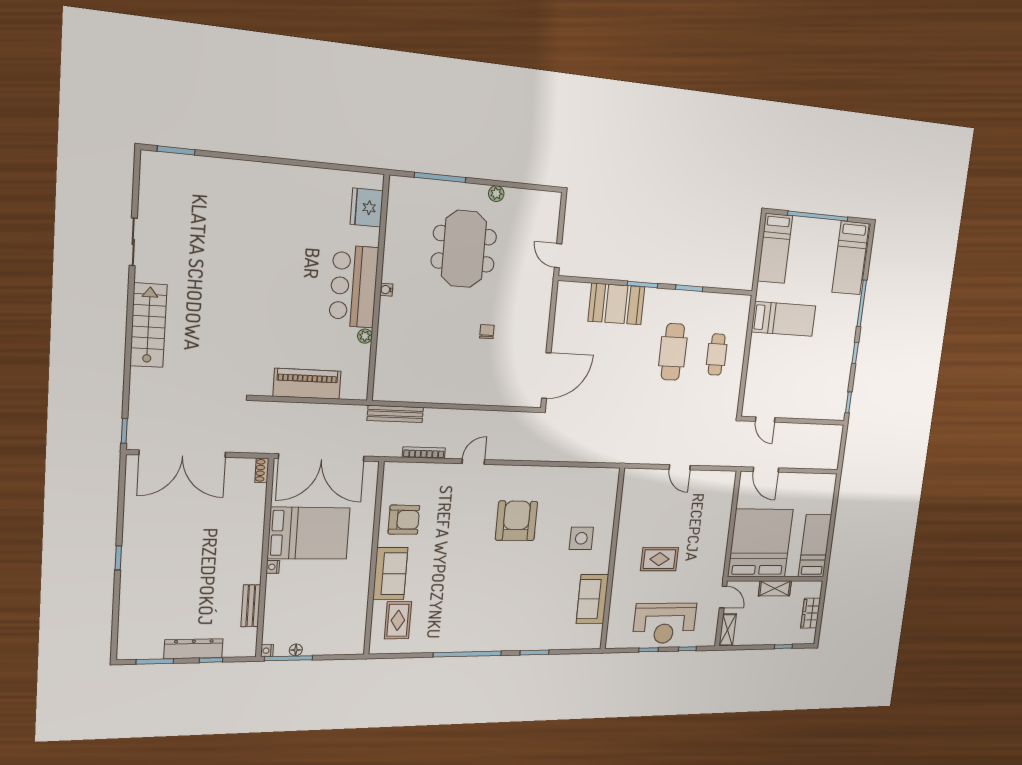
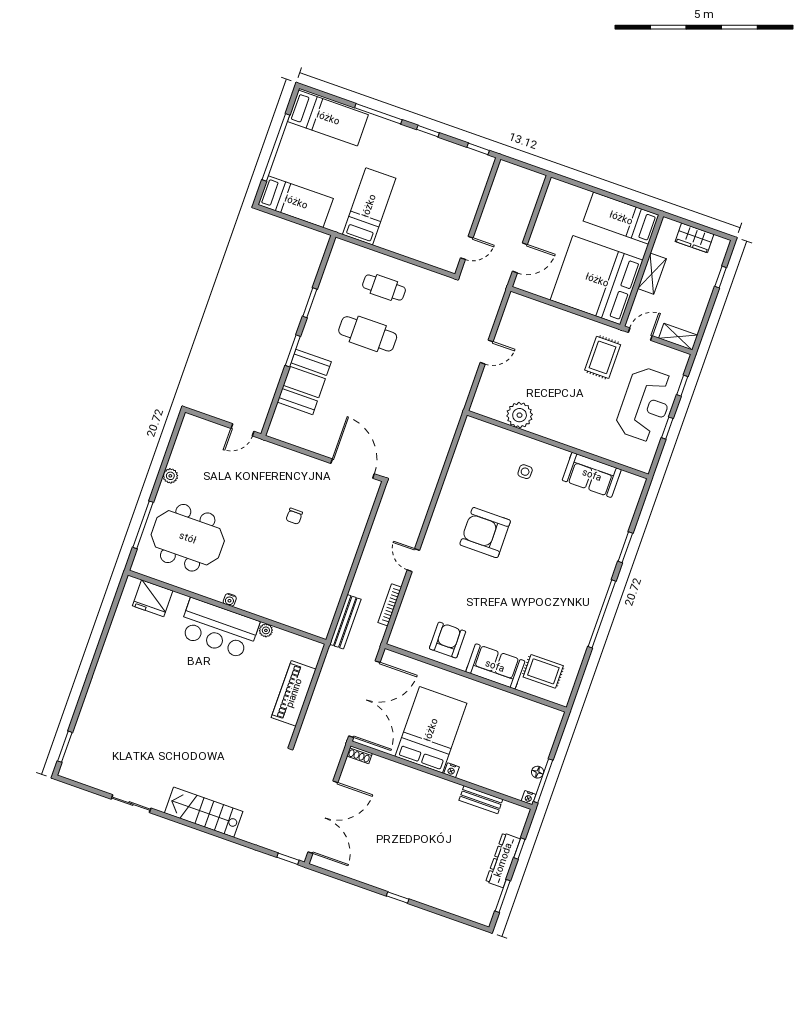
meeting table: (464, 249) -> (188, 538), moved
chair: (487, 332) -> (294, 516), turned -90
plant: (631, 516) -> (520, 415), added
side table: (581, 538) -> (525, 472), width x0.54, depth x0.54
rug: (659, 559) -> (603, 357), moved

